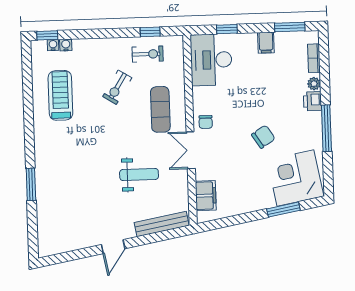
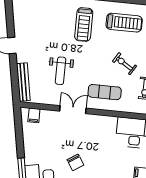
chair: (206, 122) -> (91, 123), removed
treadmill: (71, 151) -> (84, 24), added
filing cabinet: (206, 196) -> (34, 115), width x0.50

